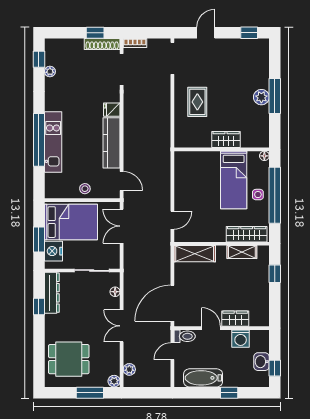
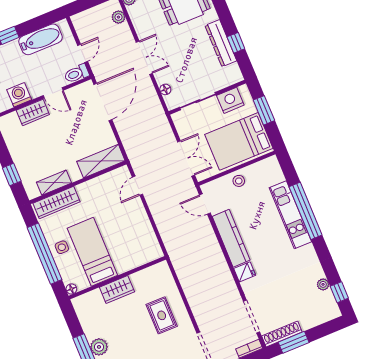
window: (95, 33) -> (294, 342), width x1.50
nightstand: (54, 251) -> (230, 100), moved, turned -90
dresser: (52, 293) -> (221, 43), moved

